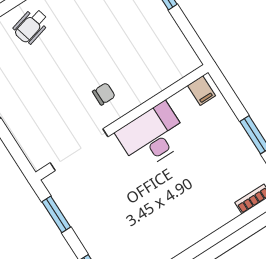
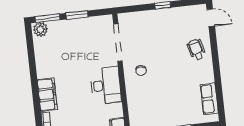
window: (56, 214) -> (77, 15), moved
filing cabinet: (210, 218) -> (47, 95), added

